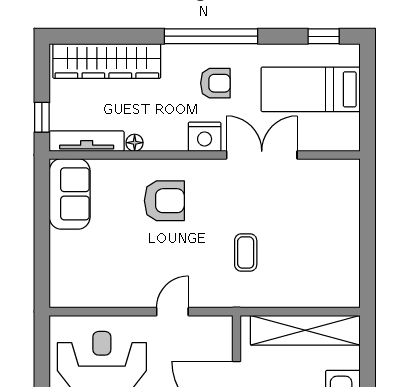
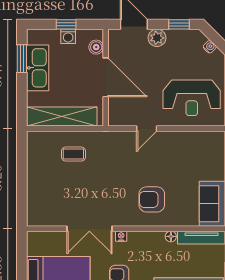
nightstand: (205, 137) -> (121, 236), width x0.53, depth x0.56
coffee table: (246, 253) -> (73, 154), moved, turned 90

